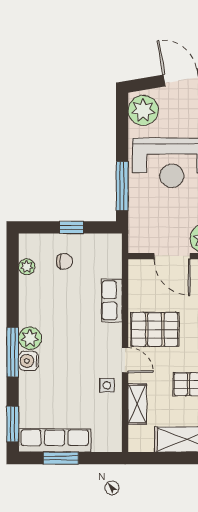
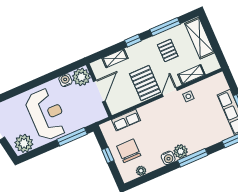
chair: (64, 261) -> (129, 151), width x1.87, depth x1.87
row of seats: (112, 300) -> (126, 120), moved
water cooler: (28, 361) -> (168, 158), moved

